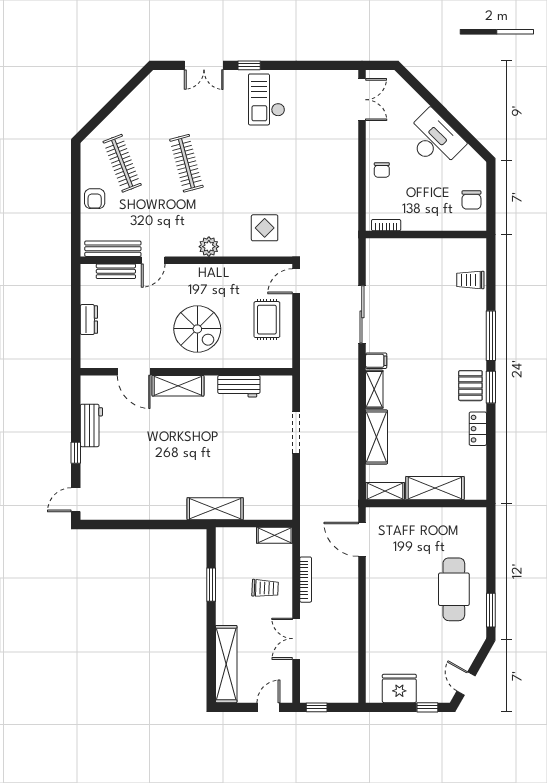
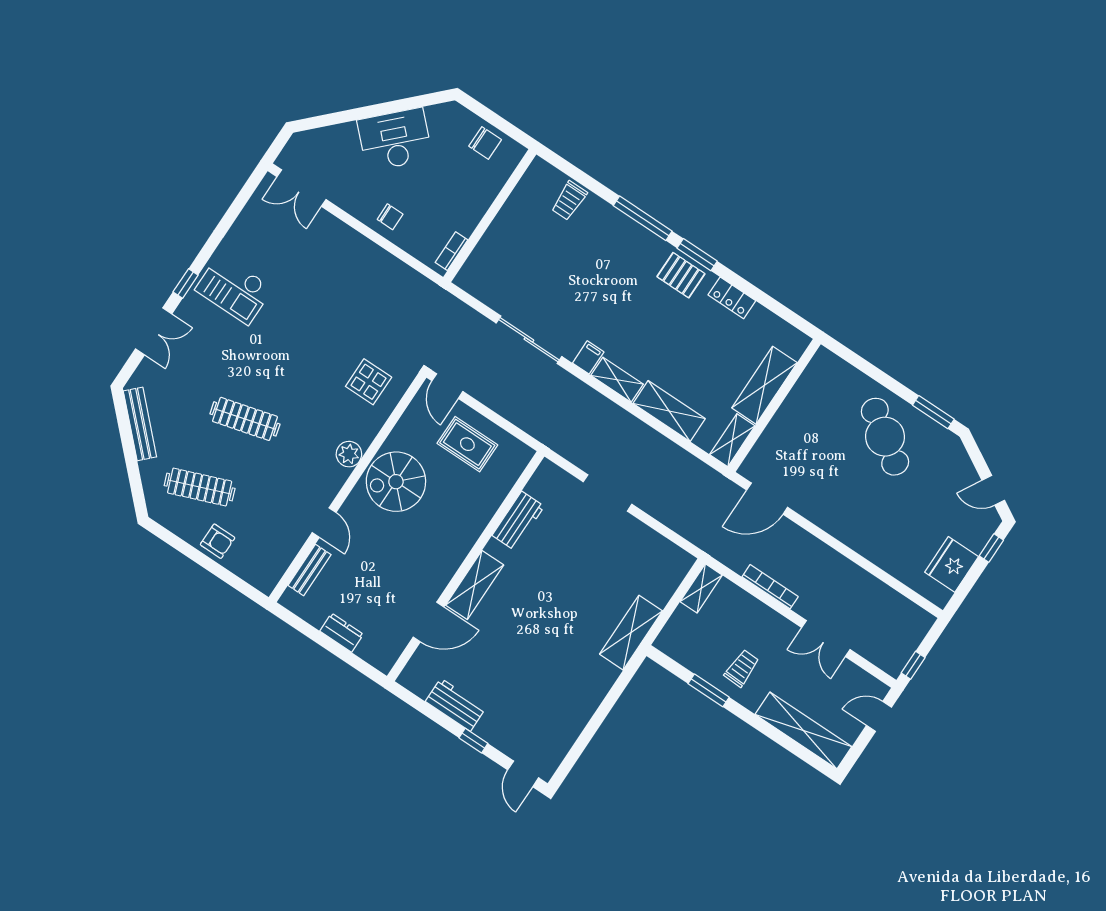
double door: (362, 100) -> (302, 188), swing flipped
bench: (113, 249) -> (140, 424), moved, turned -45
spiral stairs: (197, 329) -> (396, 482), moved, turned 180
trolley: (265, 588) -> (742, 668), moved
cafe table: (454, 589) -> (885, 437), turned 35
door: (268, 707) -> (879, 716), hinge flipped

